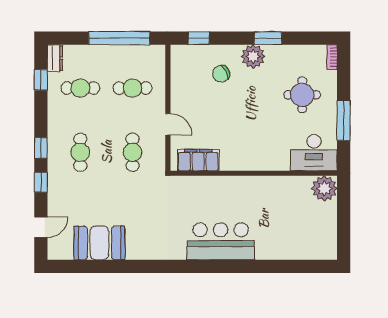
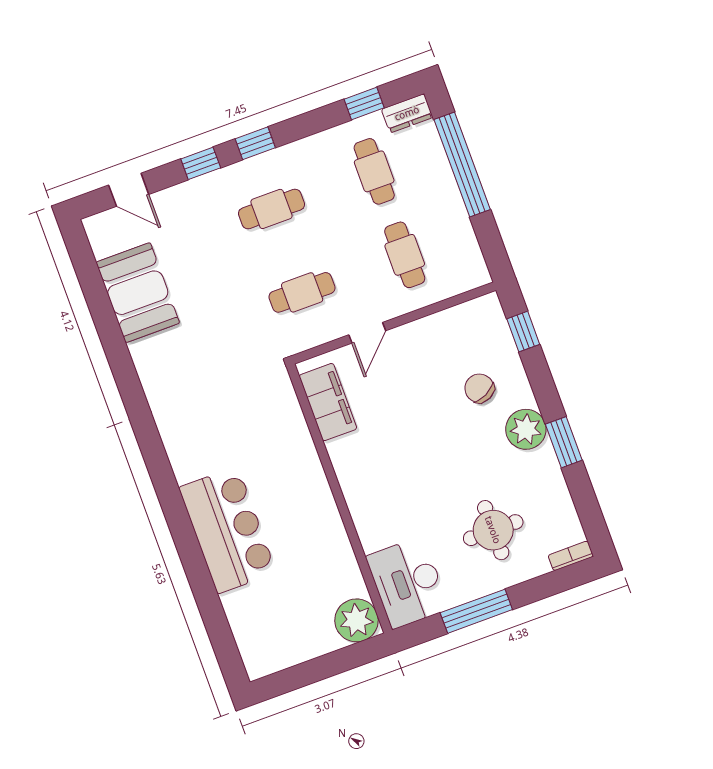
window: (119, 38) -> (462, 164), moved
bar counter: (221, 241) -> (228, 530), moved

